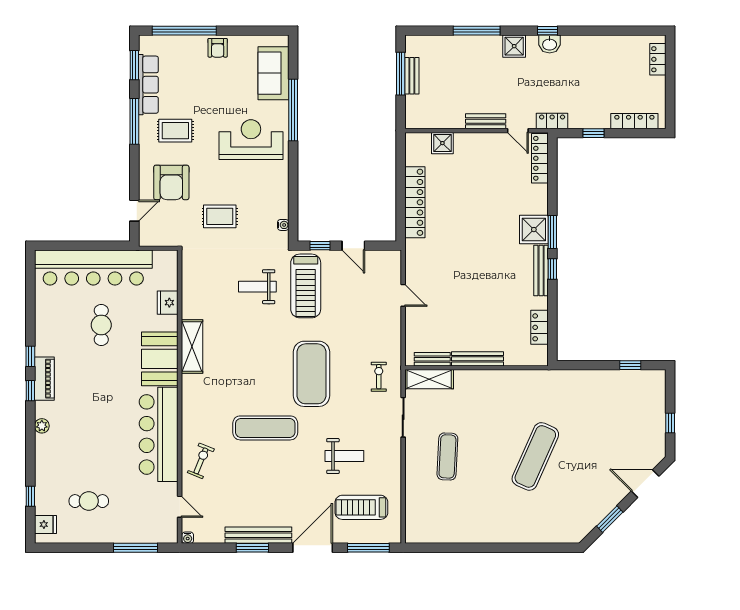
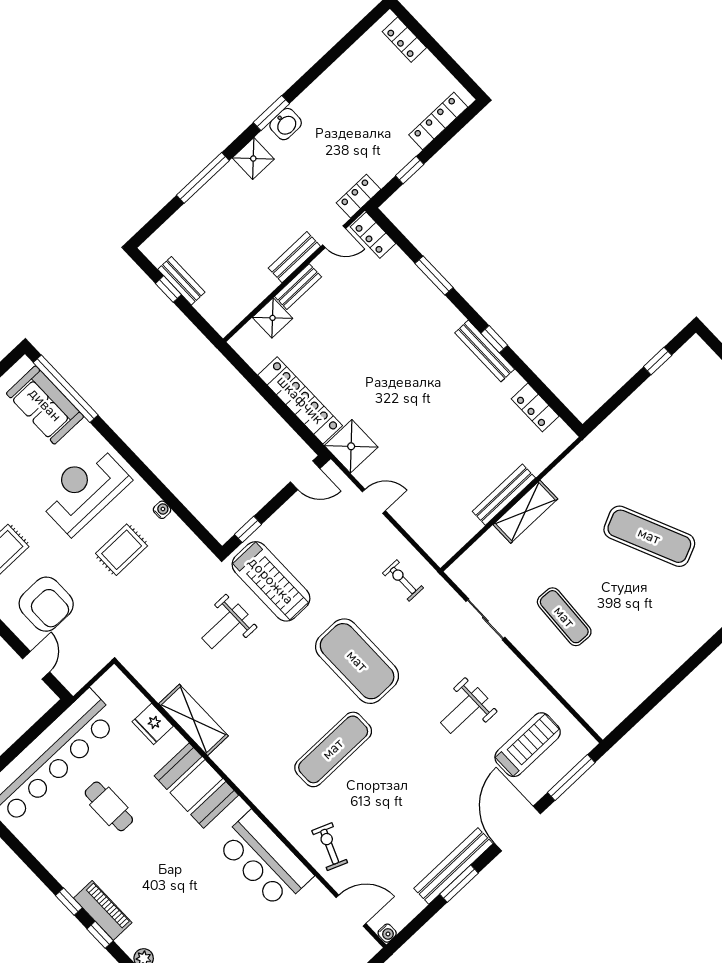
window: (547, 31) -> (271, 113), width x1.50
window: (401, 74) -> (168, 289), width x0.46
window: (293, 110) -> (66, 389), moved
locker: (540, 158) -> (373, 235), width x0.66
rug: (220, 216) -> (122, 550), moved
water cooler: (283, 225) -> (162, 510), moved
shower: (534, 230) -> (351, 446), moved
window: (552, 232) -> (434, 275), moved
door: (353, 246) -> (305, 475), moved
shelving: (192, 346) -> (193, 720), moved
bench: (432, 359) -> (298, 287), moved
exercise bike: (379, 377) -> (403, 580), moved
shelving: (429, 379) -> (525, 512), moved
exercise mat: (265, 428) -> (333, 749), moved
bar counter: (159, 434) -> (265, 860), width x0.73
weight bench: (344, 456) -> (464, 711), turned 180
exercise mat: (535, 456) -> (649, 536), turned -48
door: (180, 507) -> (351, 911), width x1.38
treadmill: (361, 507) -> (528, 745), turned 180

